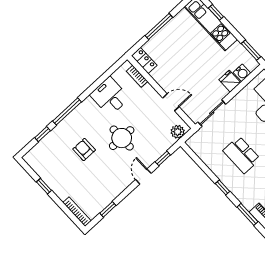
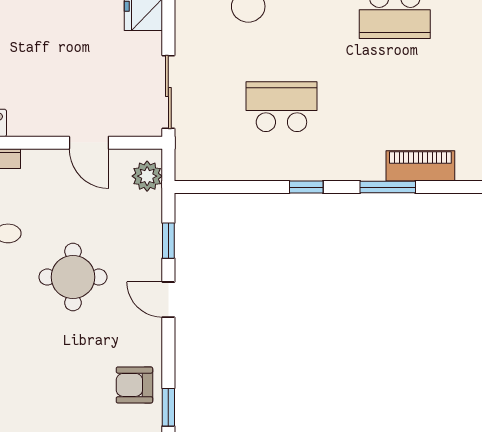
door: (171, 102) -> (89, 143), swing flipped
armchair: (84, 150) -> (134, 385), moved
school desk: (242, 155) -> (281, 107), turned 180

